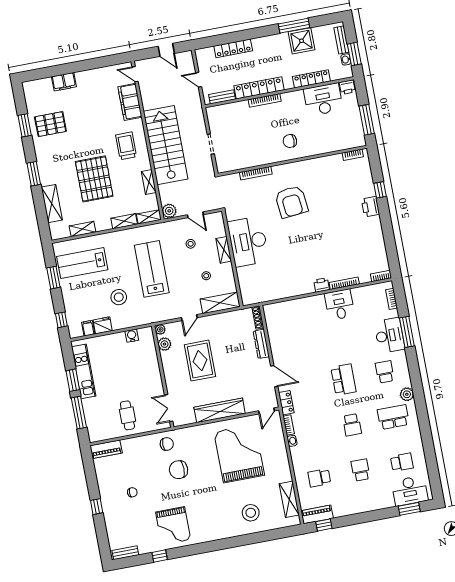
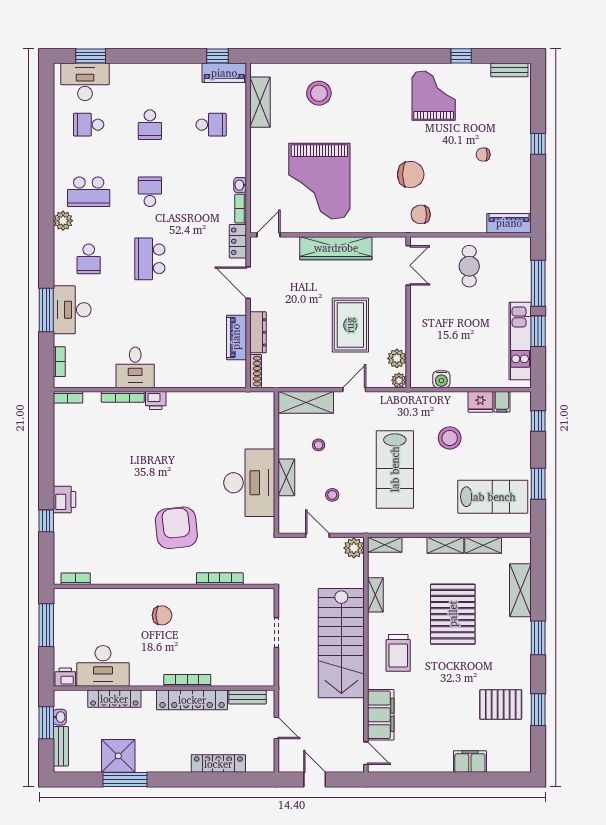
shelving: (124, 221) -> (445, 545), moved
piano: (275, 338) -> (236, 337), added

